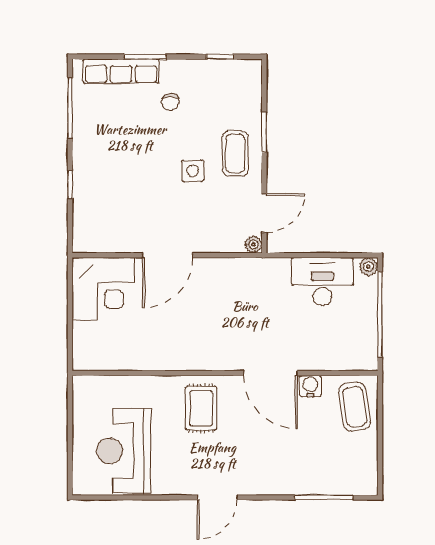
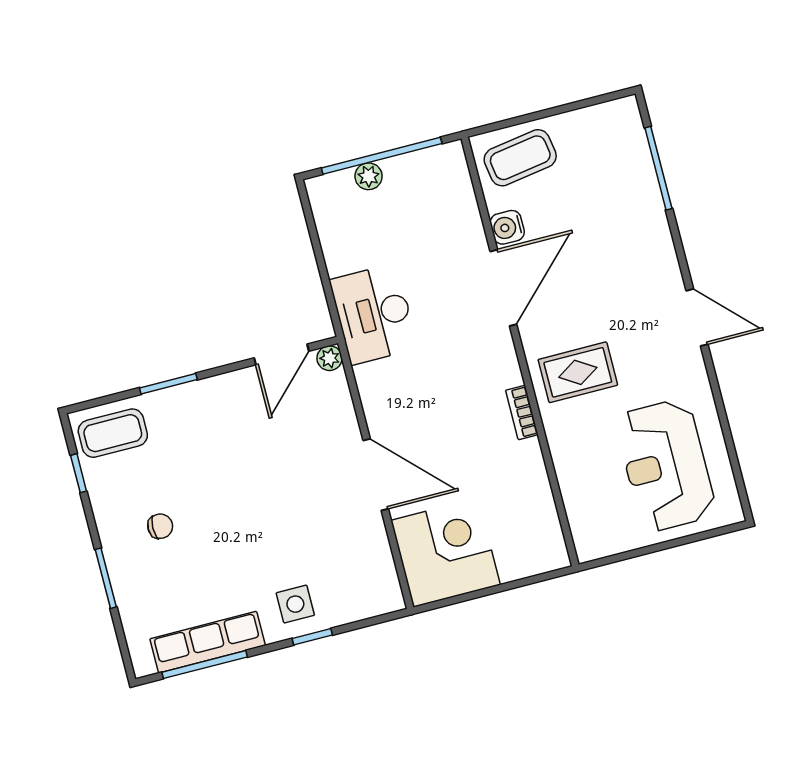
row of seats: (121, 71) -> (208, 642), moved, turned -90
coffee table: (235, 153) -> (113, 433), moved
side table: (193, 171) -> (295, 604), moved
door: (264, 213) -> (282, 354), swing flipped
plant: (368, 267) -> (369, 176), moved
desk: (322, 282) -> (374, 314), moved
bookcase: (184, 364) -> (522, 412), added
reception desk: (124, 451) -> (666, 465), turned 90

